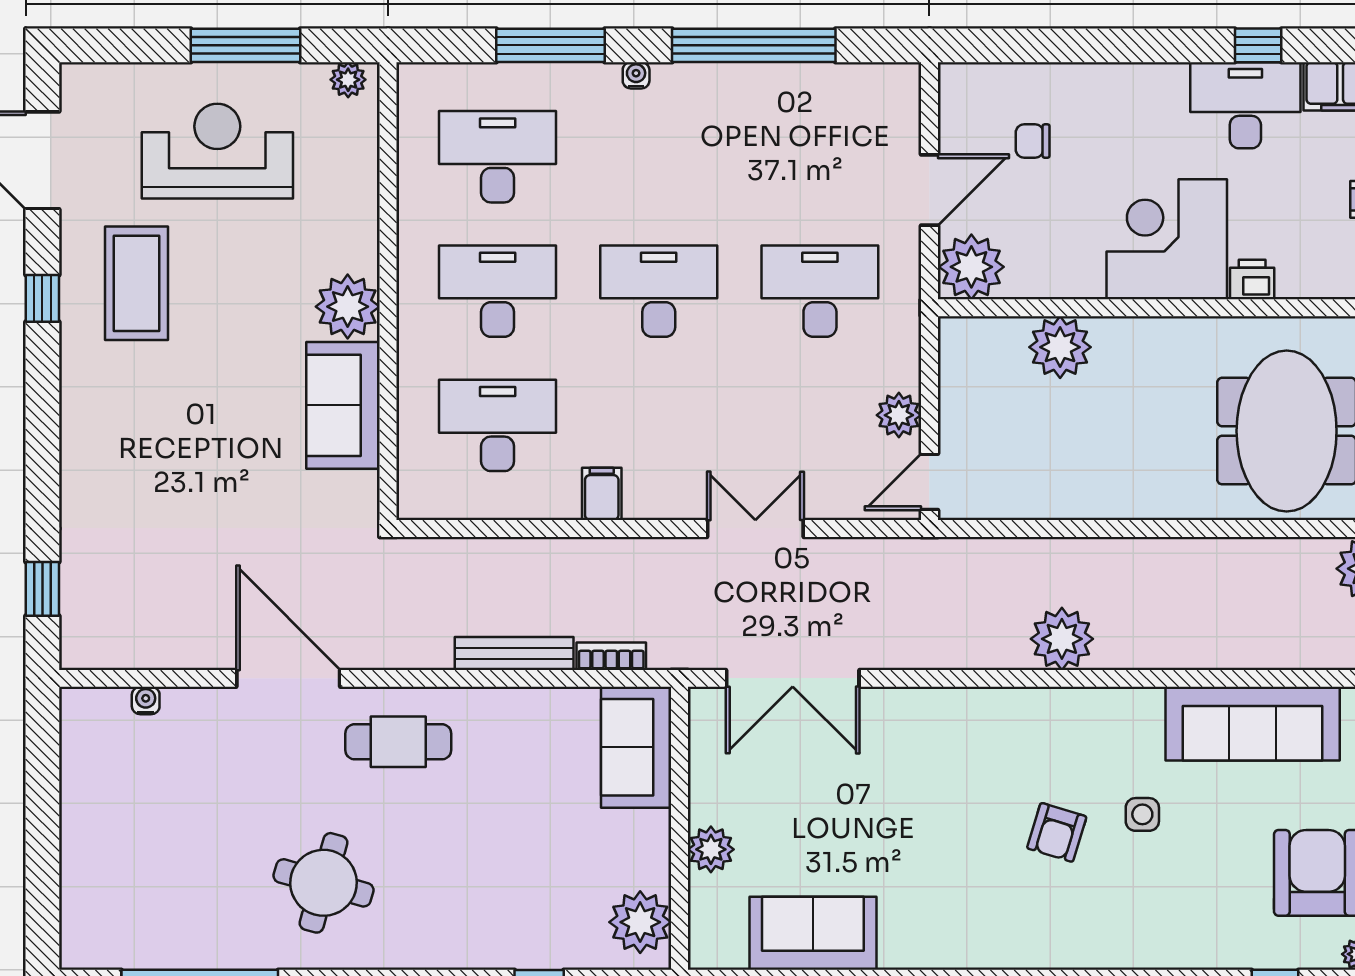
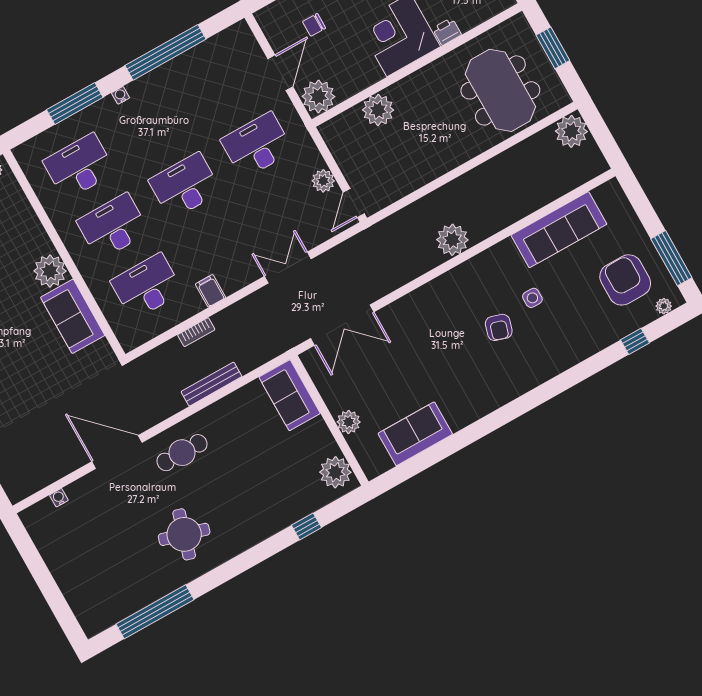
bookcase: (611, 656) -> (196, 332), moved, turned 180

